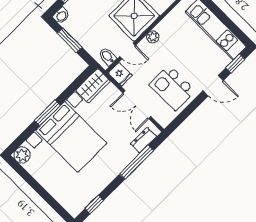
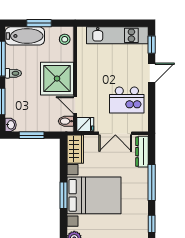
plant: (153, 37) -> (82, 80), removed
door: (128, 51) -> (75, 105), swing flipped
dresser: (144, 140) -> (142, 152), width x1.44
window: (137, 162) -> (152, 183), moved

